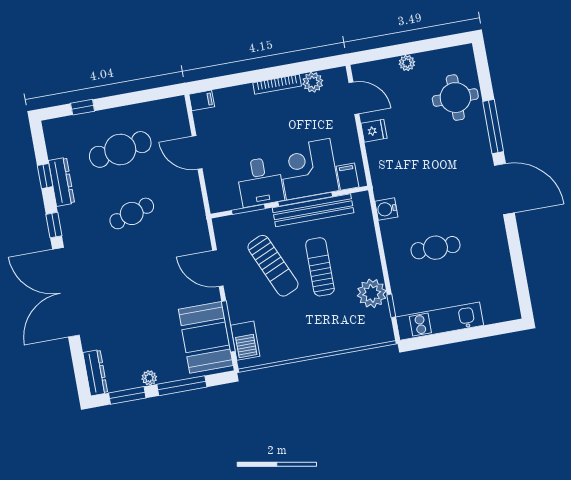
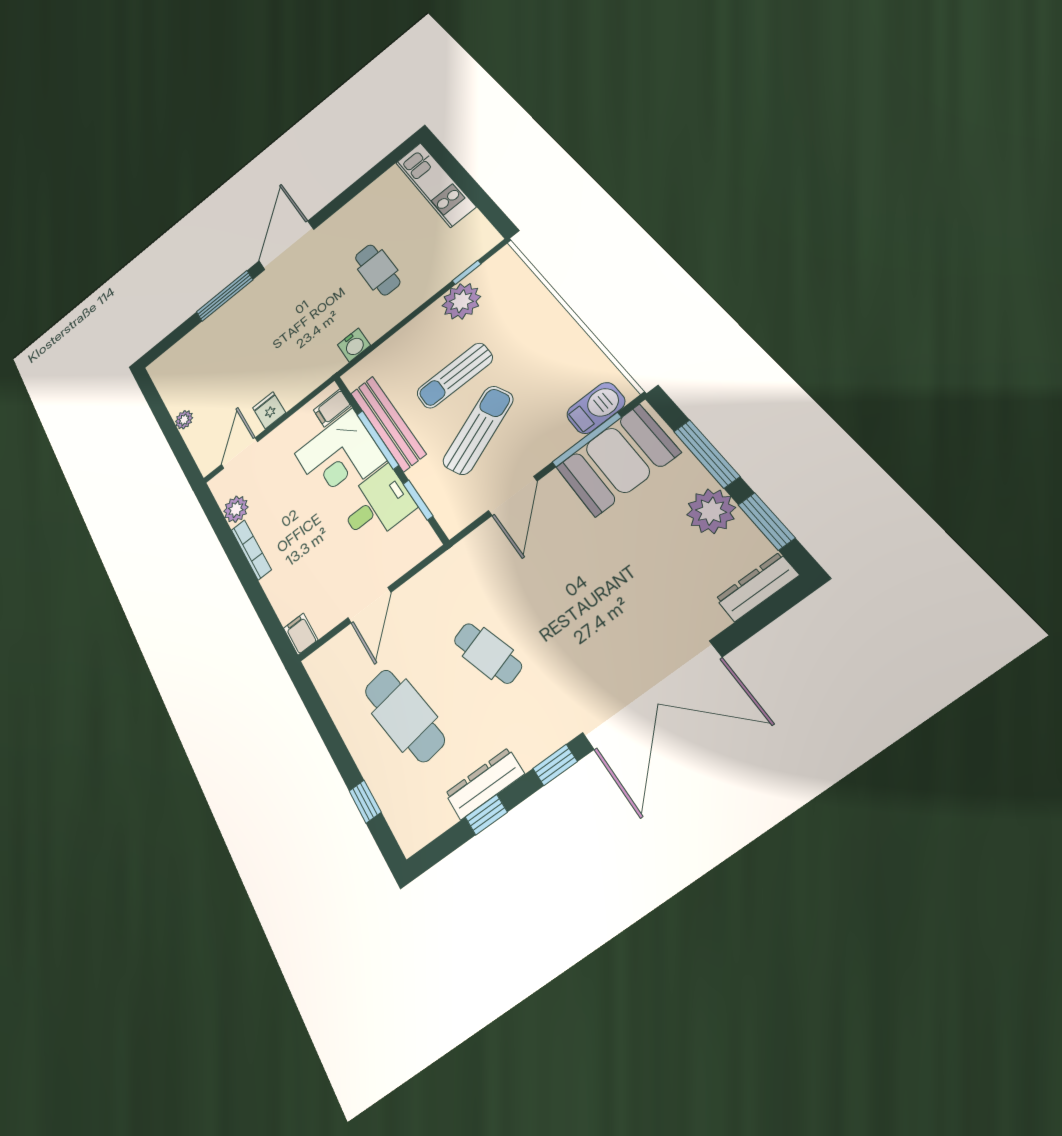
round table: (455, 98) -> (206, 350), removed
kitchen unit: (440, 321) -> (435, 184), moved
plant: (149, 378) -> (711, 511), width x1.87, depth x1.87

